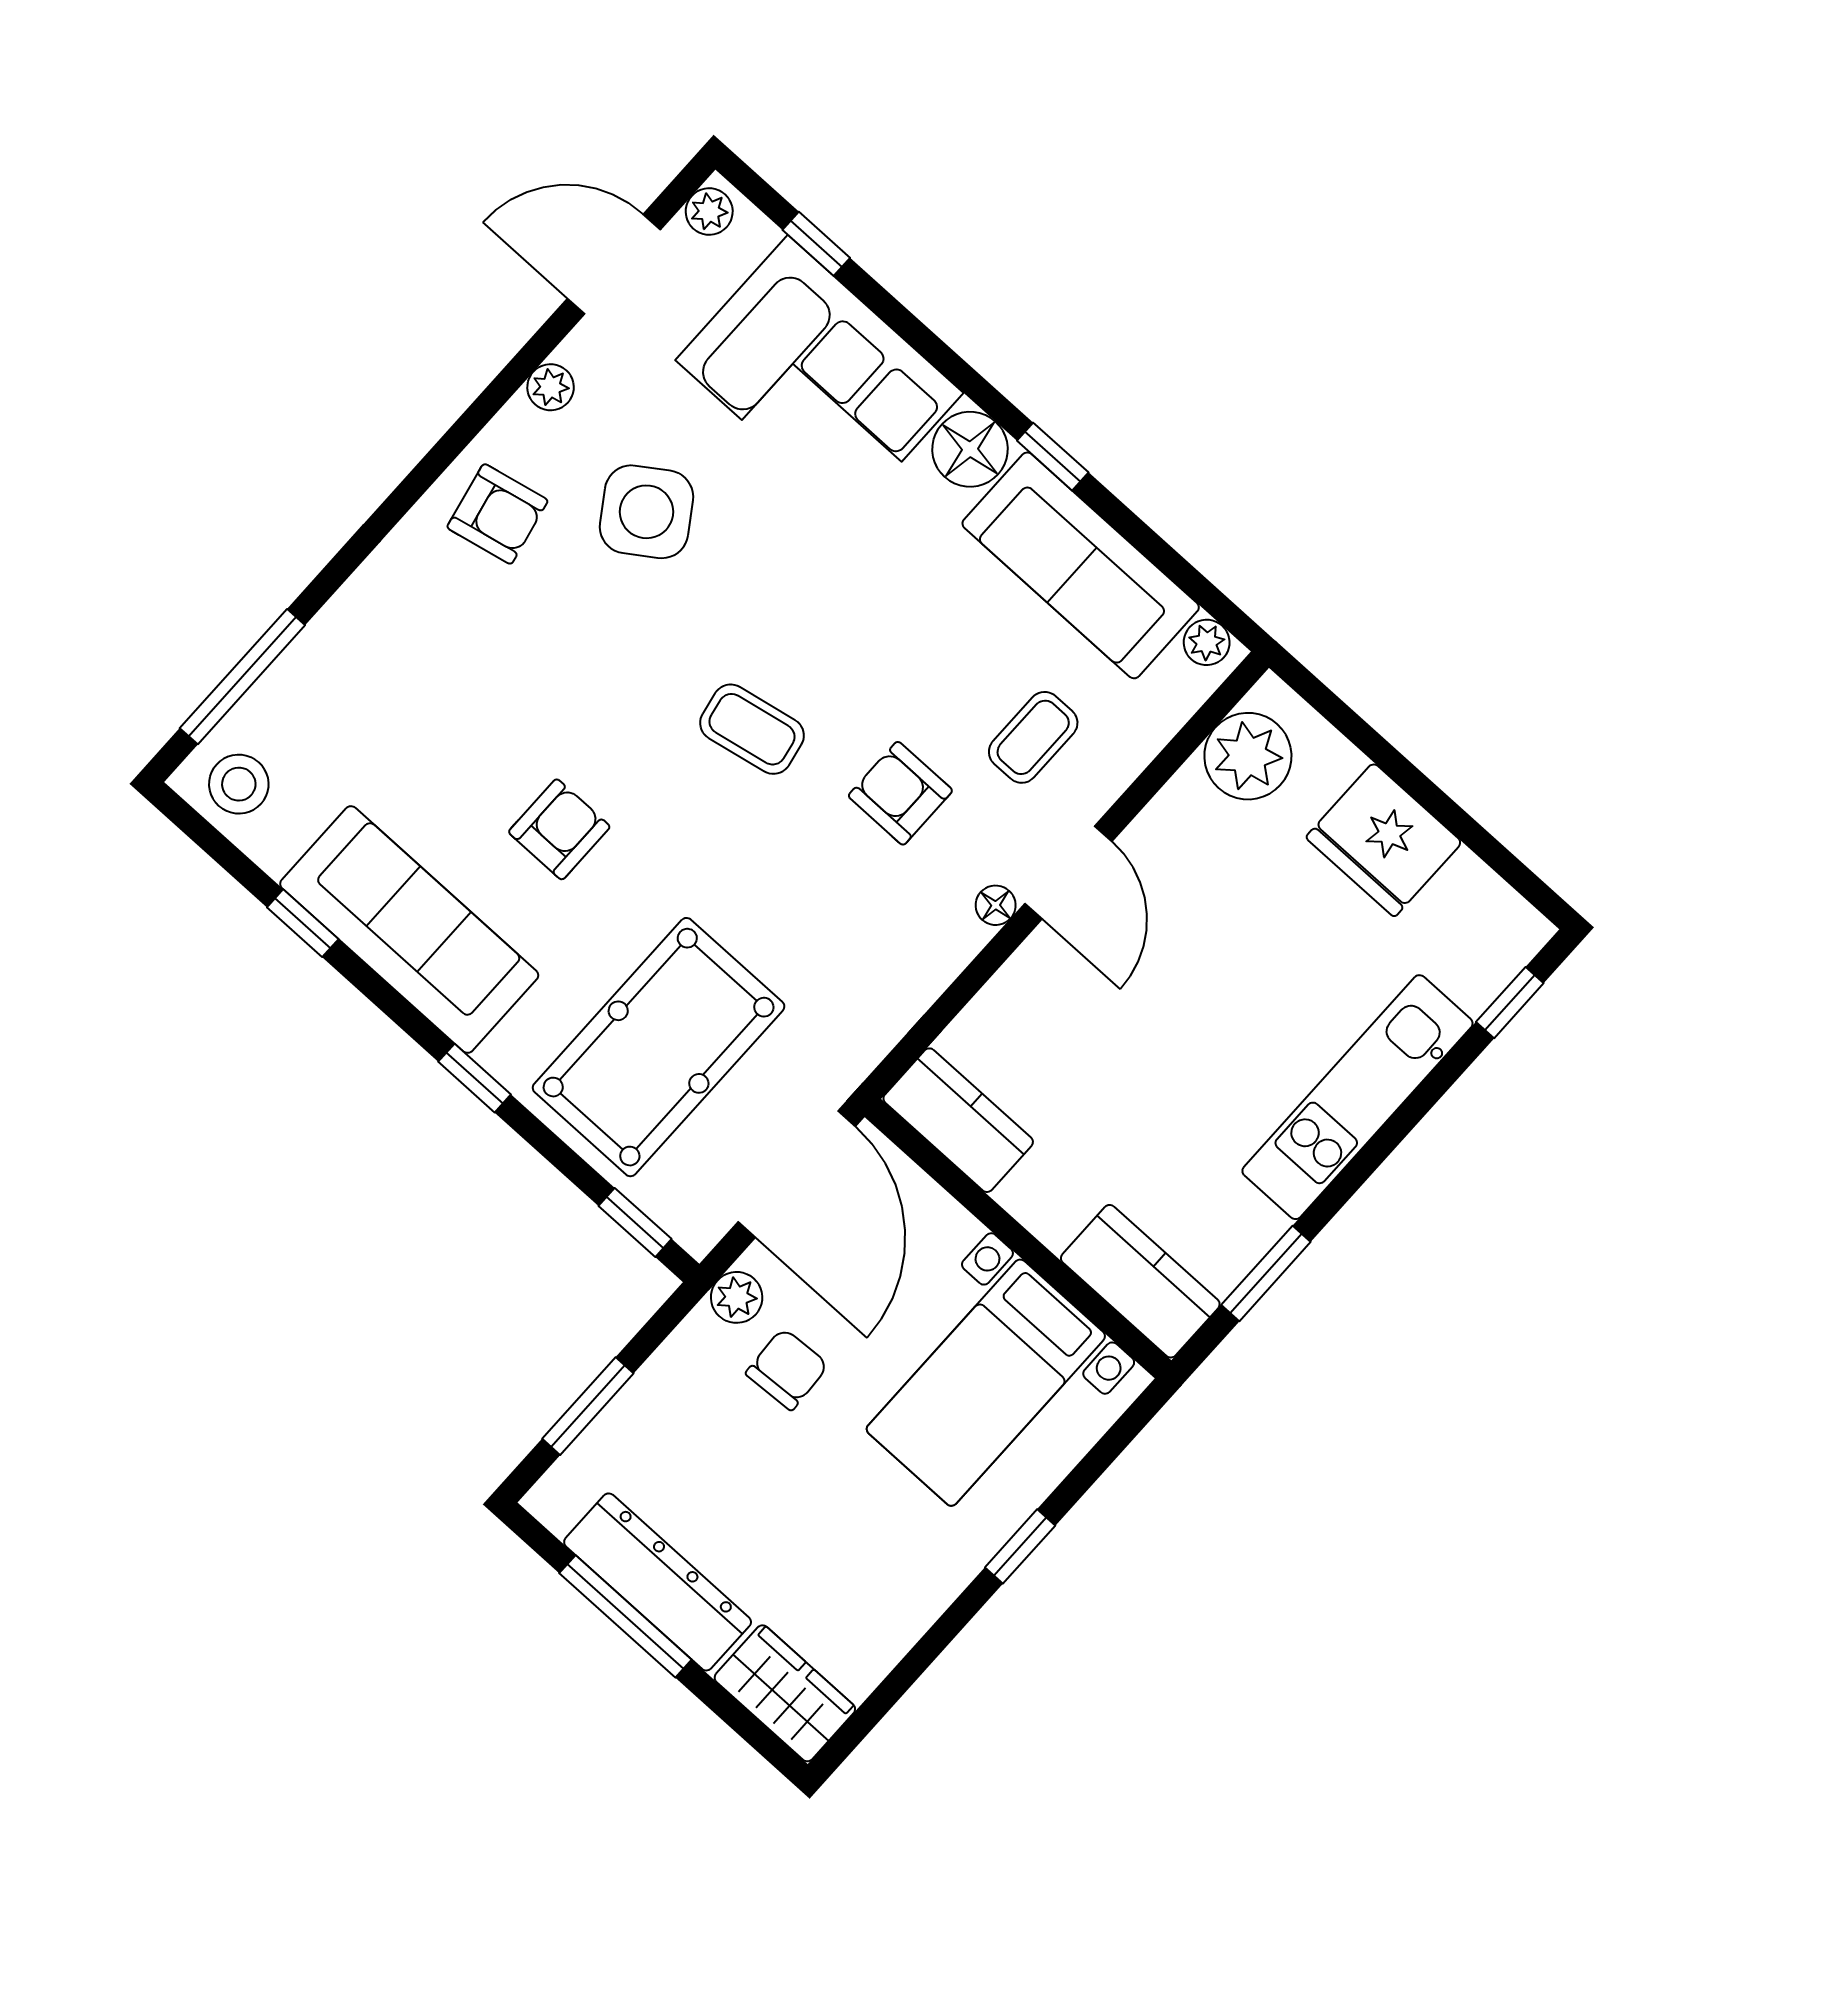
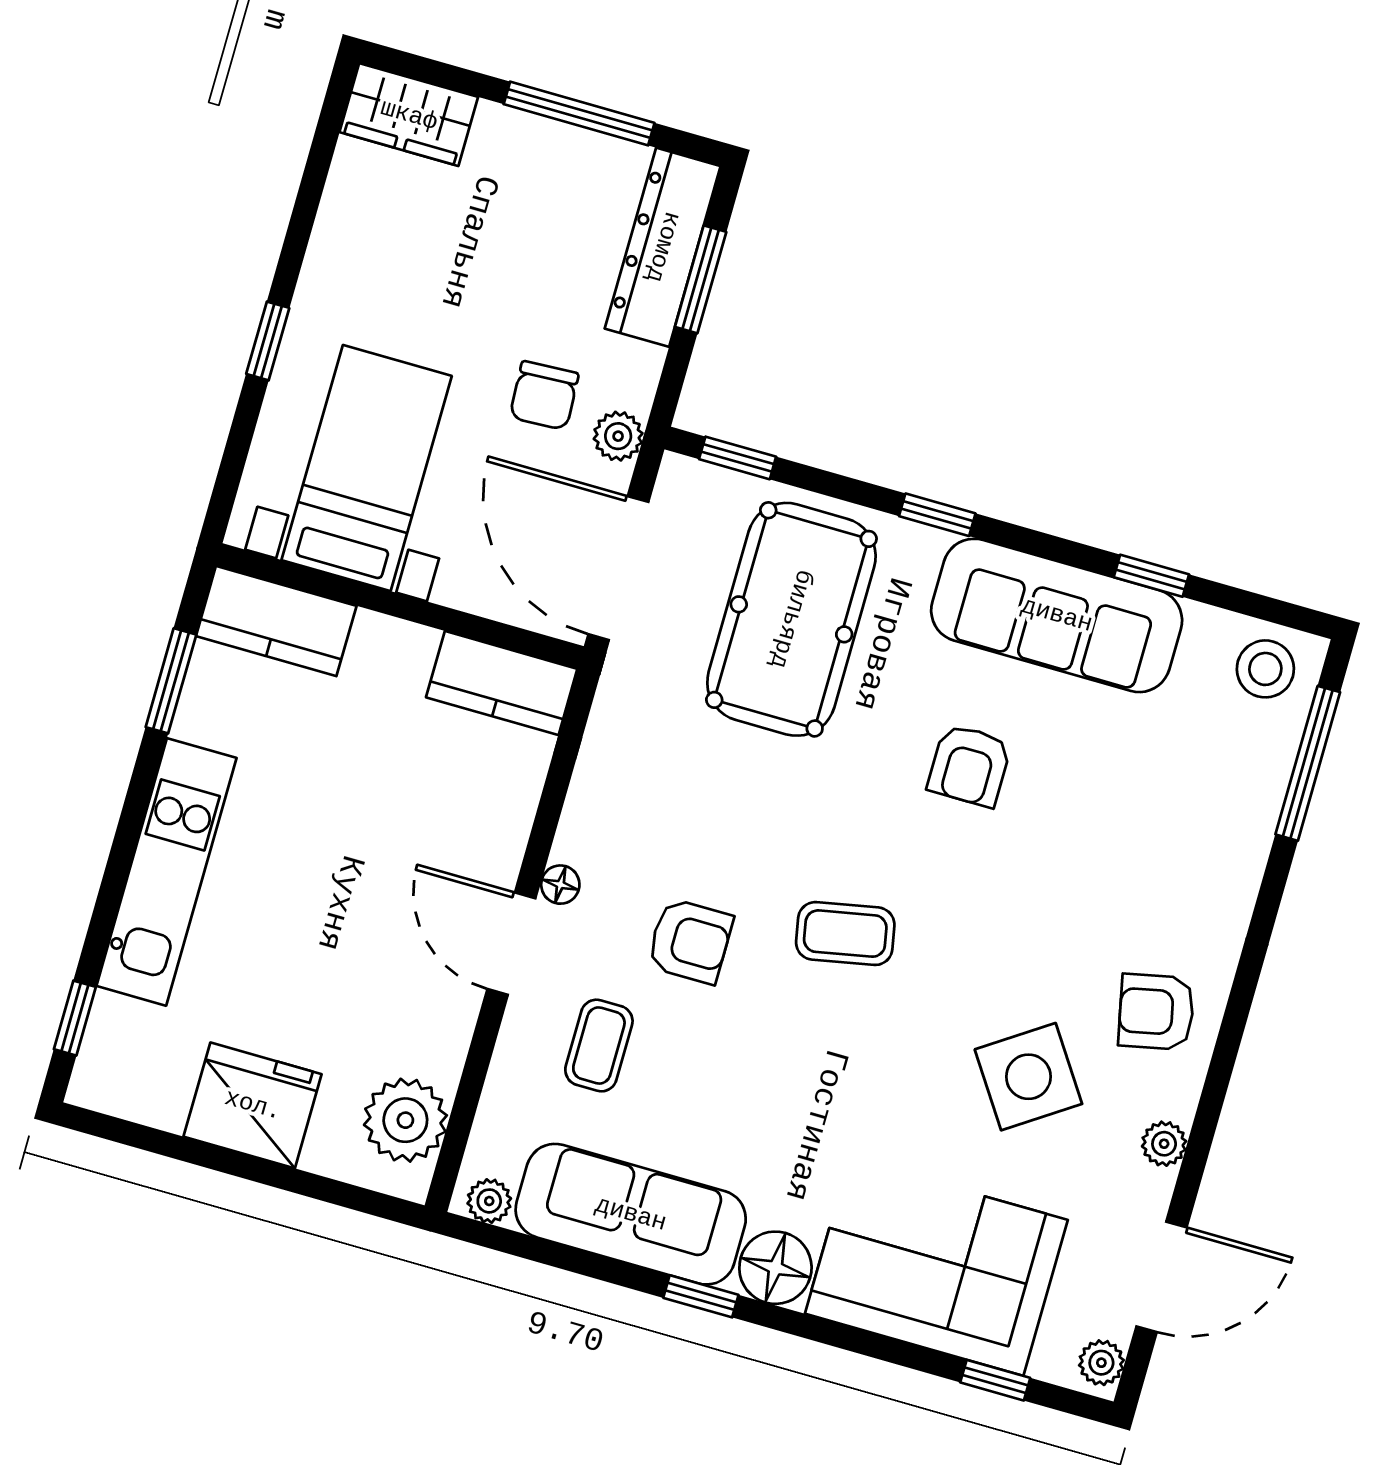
dresser: (658, 1582) -> (663, 247), moved, turned 90

